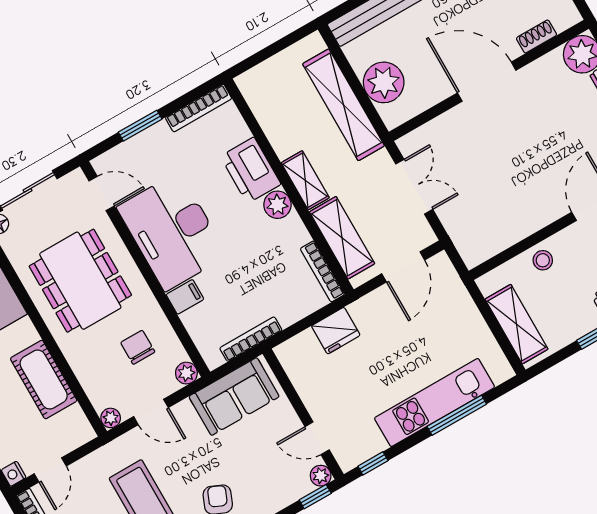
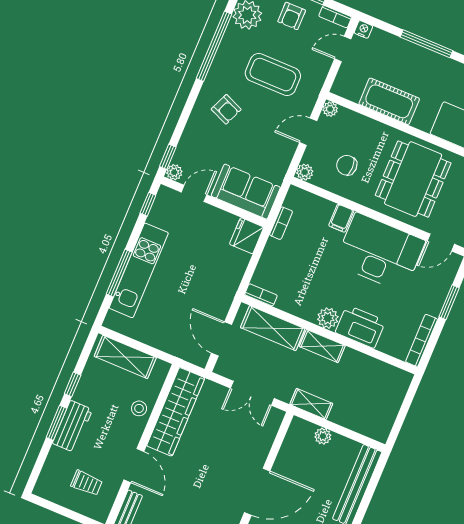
plant: (384, 82) -> (323, 436), width x0.53, depth x0.53
shelving: (344, 105) -> (311, 404), width x0.45, depth x0.75
wardrobe: (508, 228) -> (176, 412), added
bookcase: (322, 271) -> (261, 295), width x0.64
dining table: (80, 281) -> (413, 179), turned 90
fridge: (336, 331) -> (247, 236), moved
bookcase: (251, 339) -> (281, 223), width x0.64
chair: (138, 347) -> (347, 165), turned 180
sofa: (234, 397) -> (246, 192), moved, turned 90
door: (50, 470) -> (343, 49), hinge flipped

